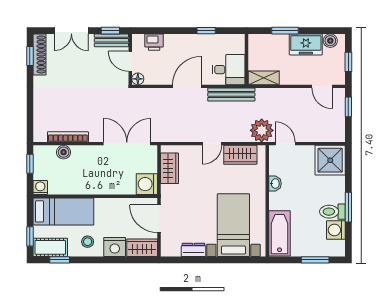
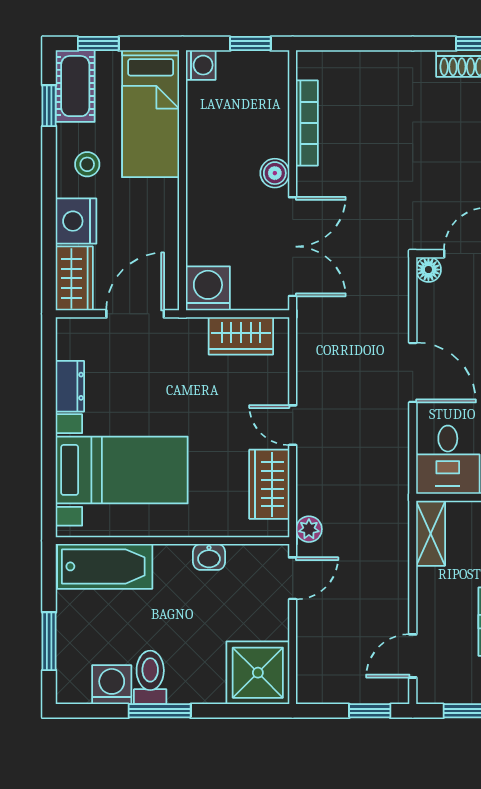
bench: (231, 95) -> (396, 466), removed
plant: (262, 130) -> (309, 529), width x0.53, depth x0.53
boiler: (64, 152) -> (275, 173), moved

